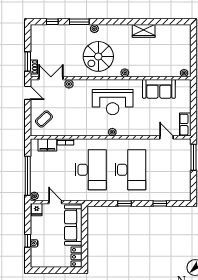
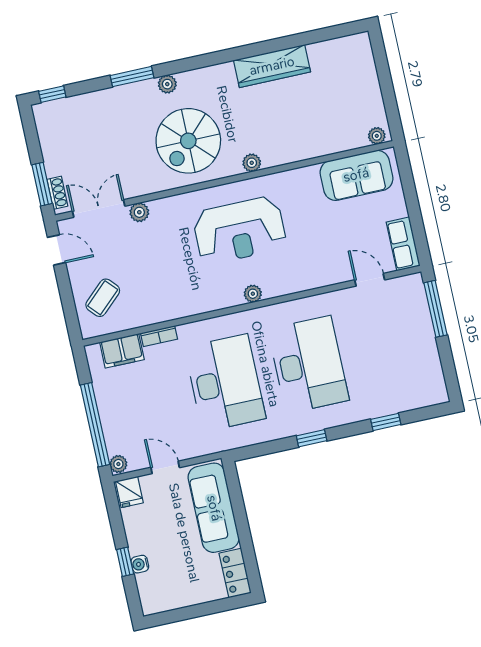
window: (52, 22) -> (52, 94), moved
wardrobe: (144, 31) -> (272, 66), width x1.50
sofa: (159, 89) -> (356, 175), moved

